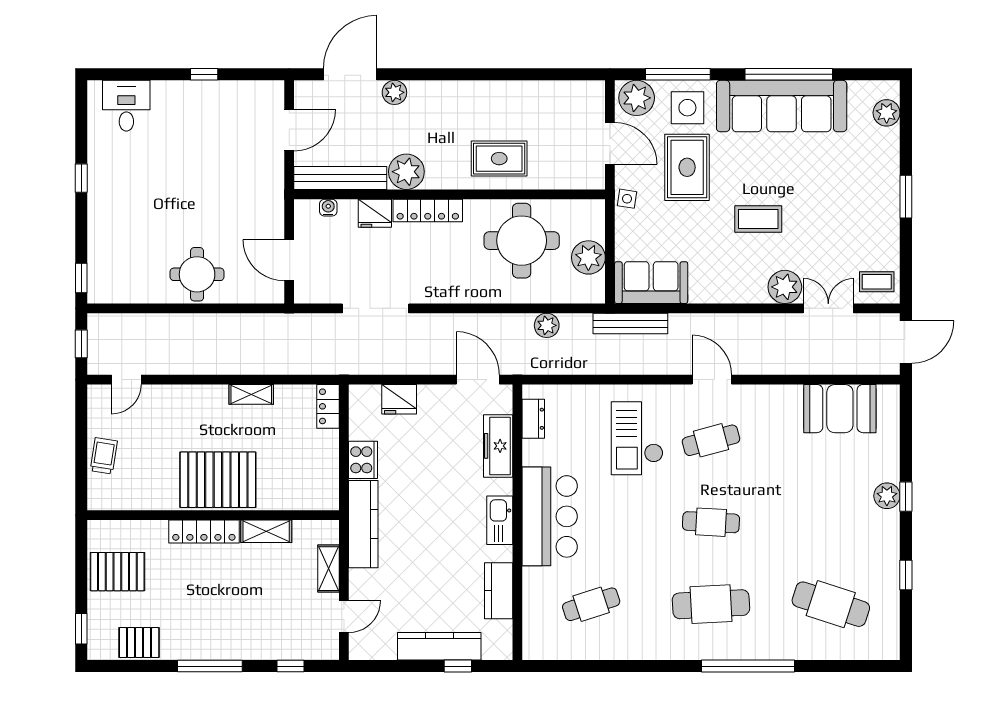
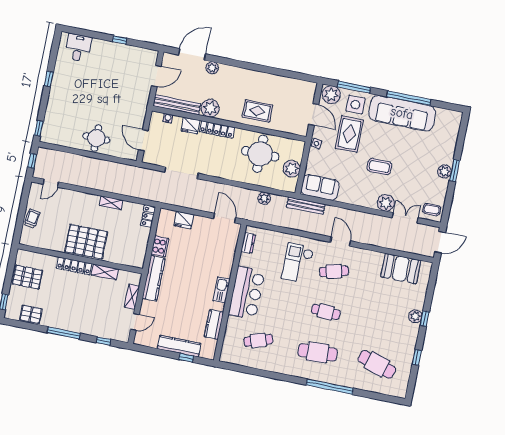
plant: (887, 113) -> (444, 172), moved
freezer: (498, 446) -> (228, 253), removed

